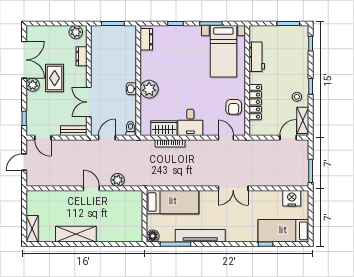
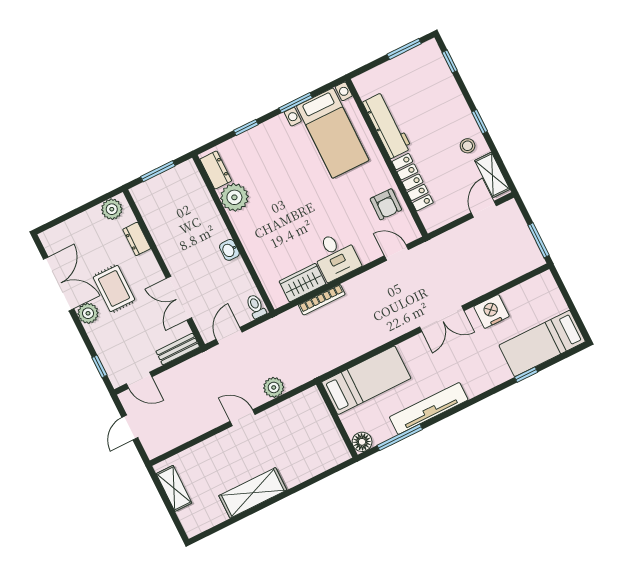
workbench: (257, 57) -> (387, 125), width x1.38
plant: (149, 89) -> (234, 197), moved
nightstand: (292, 198) -> (492, 311), moved
shelving: (32, 229) -> (174, 488), moved

